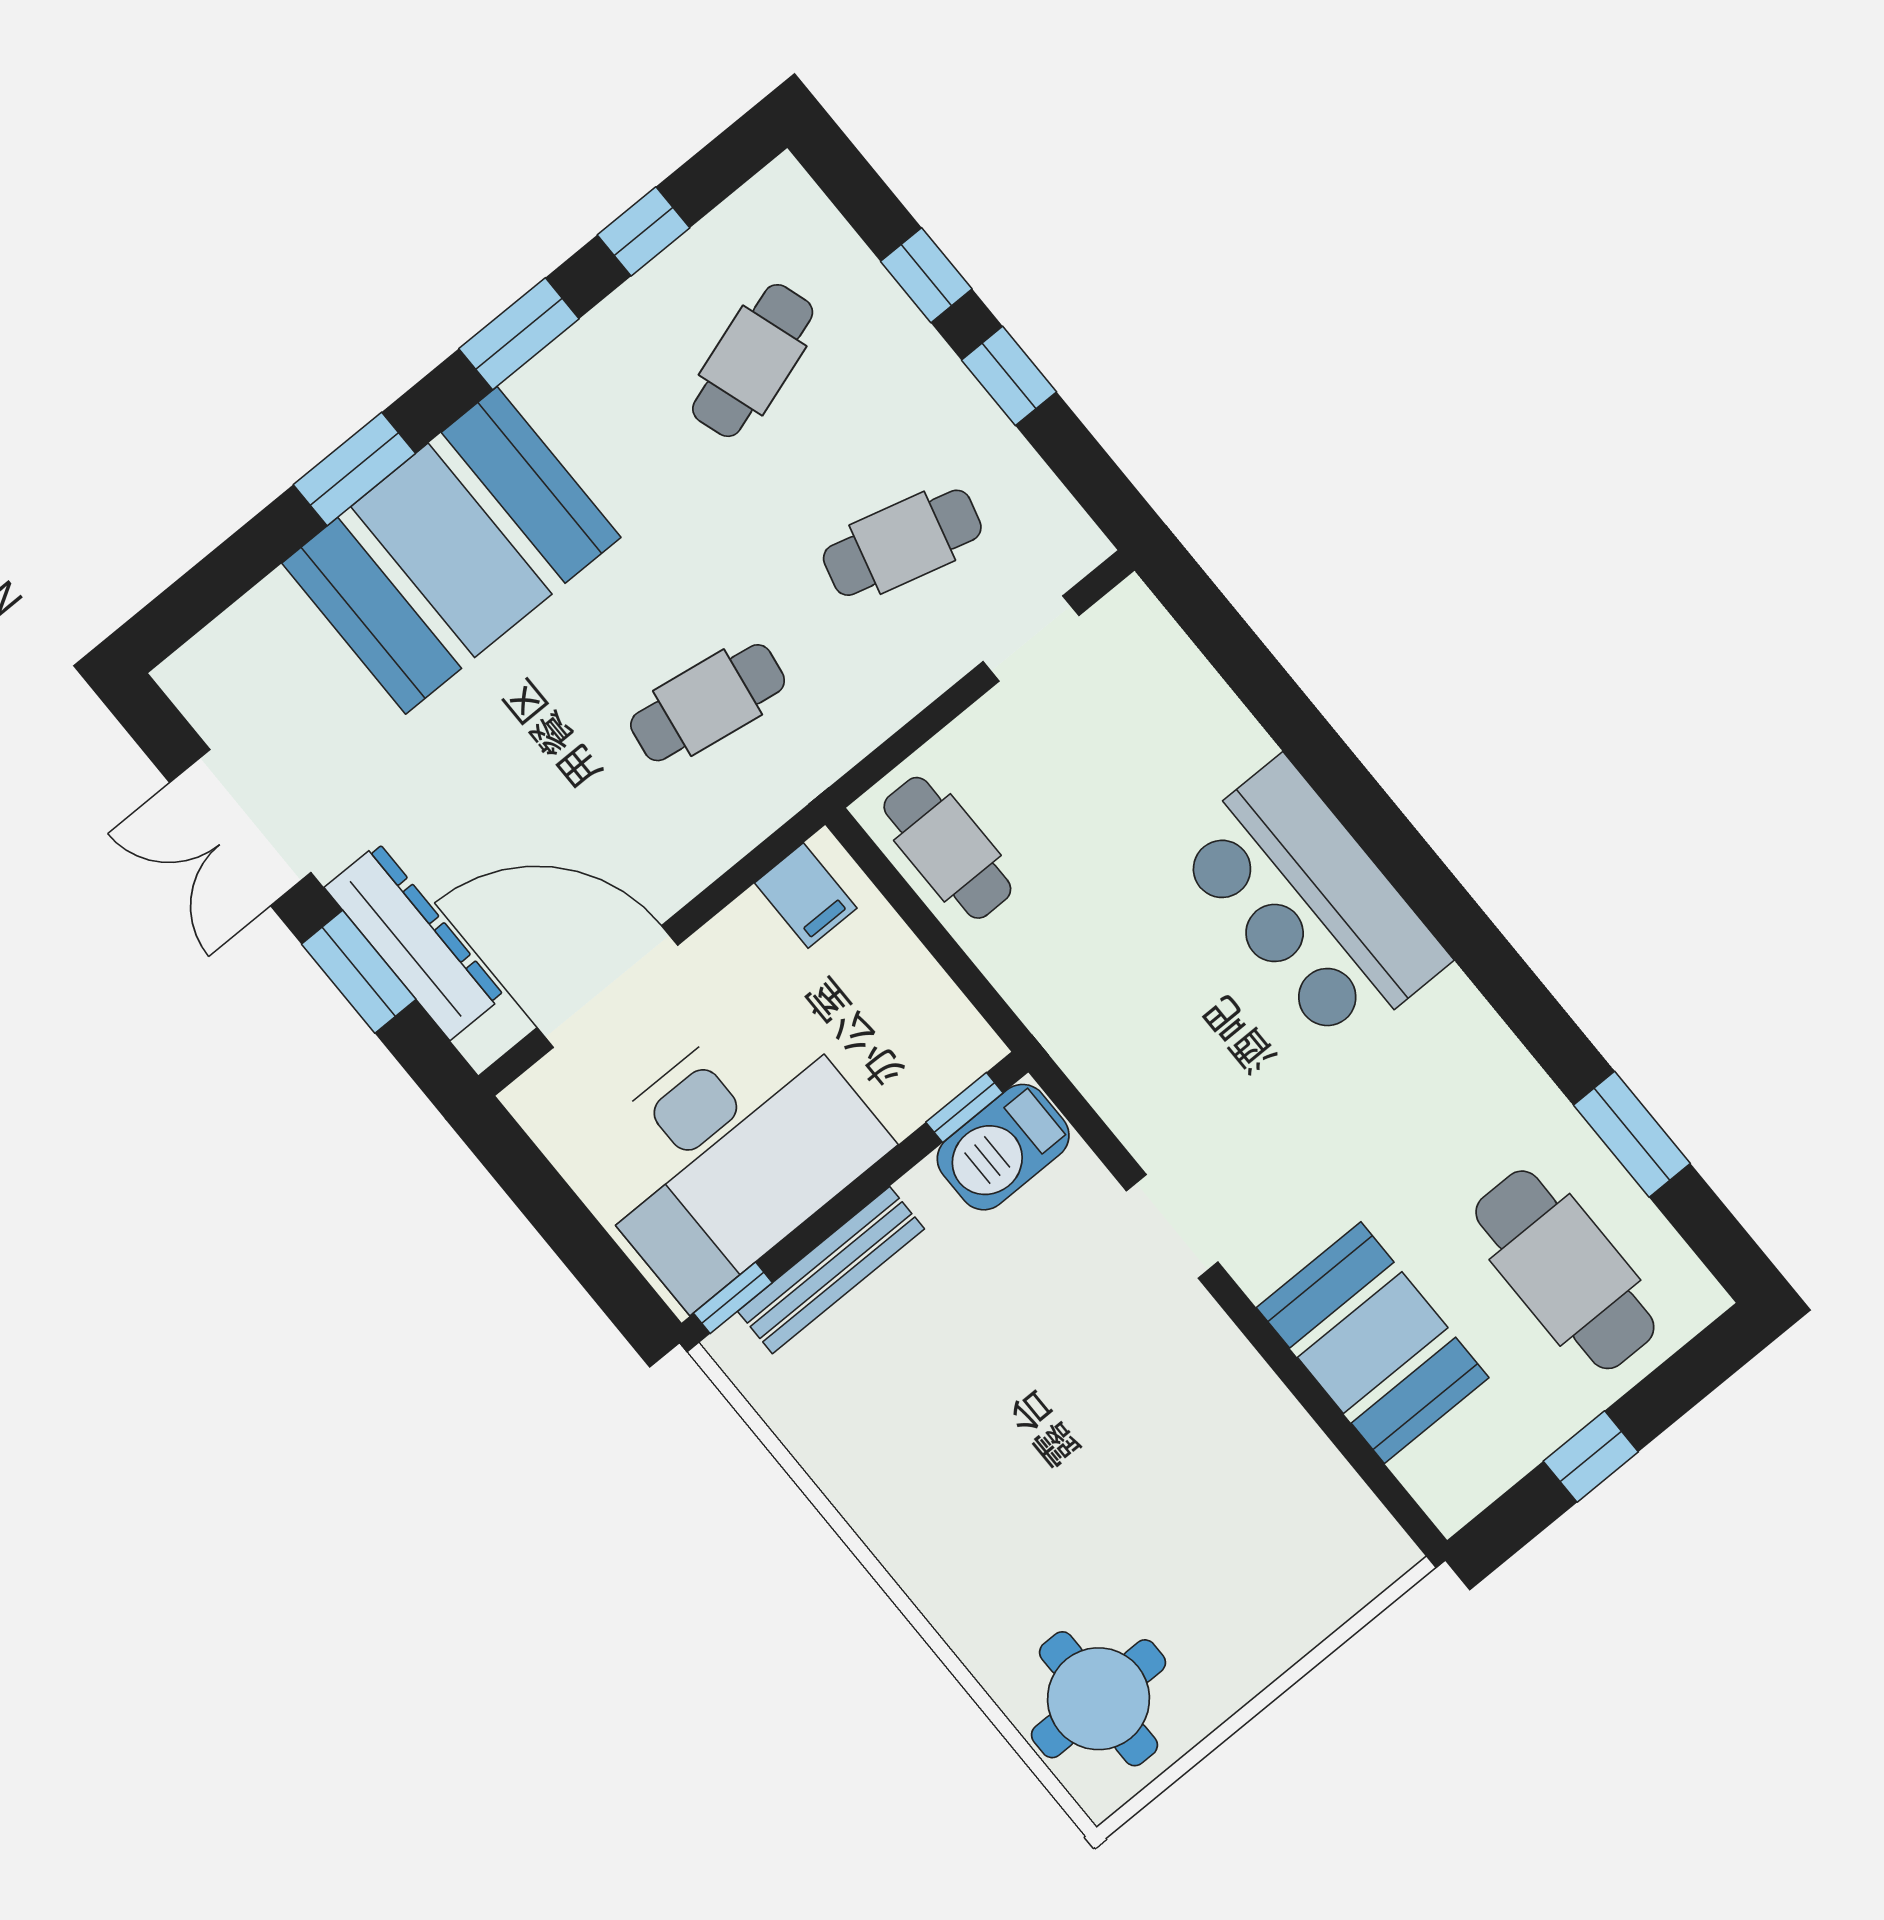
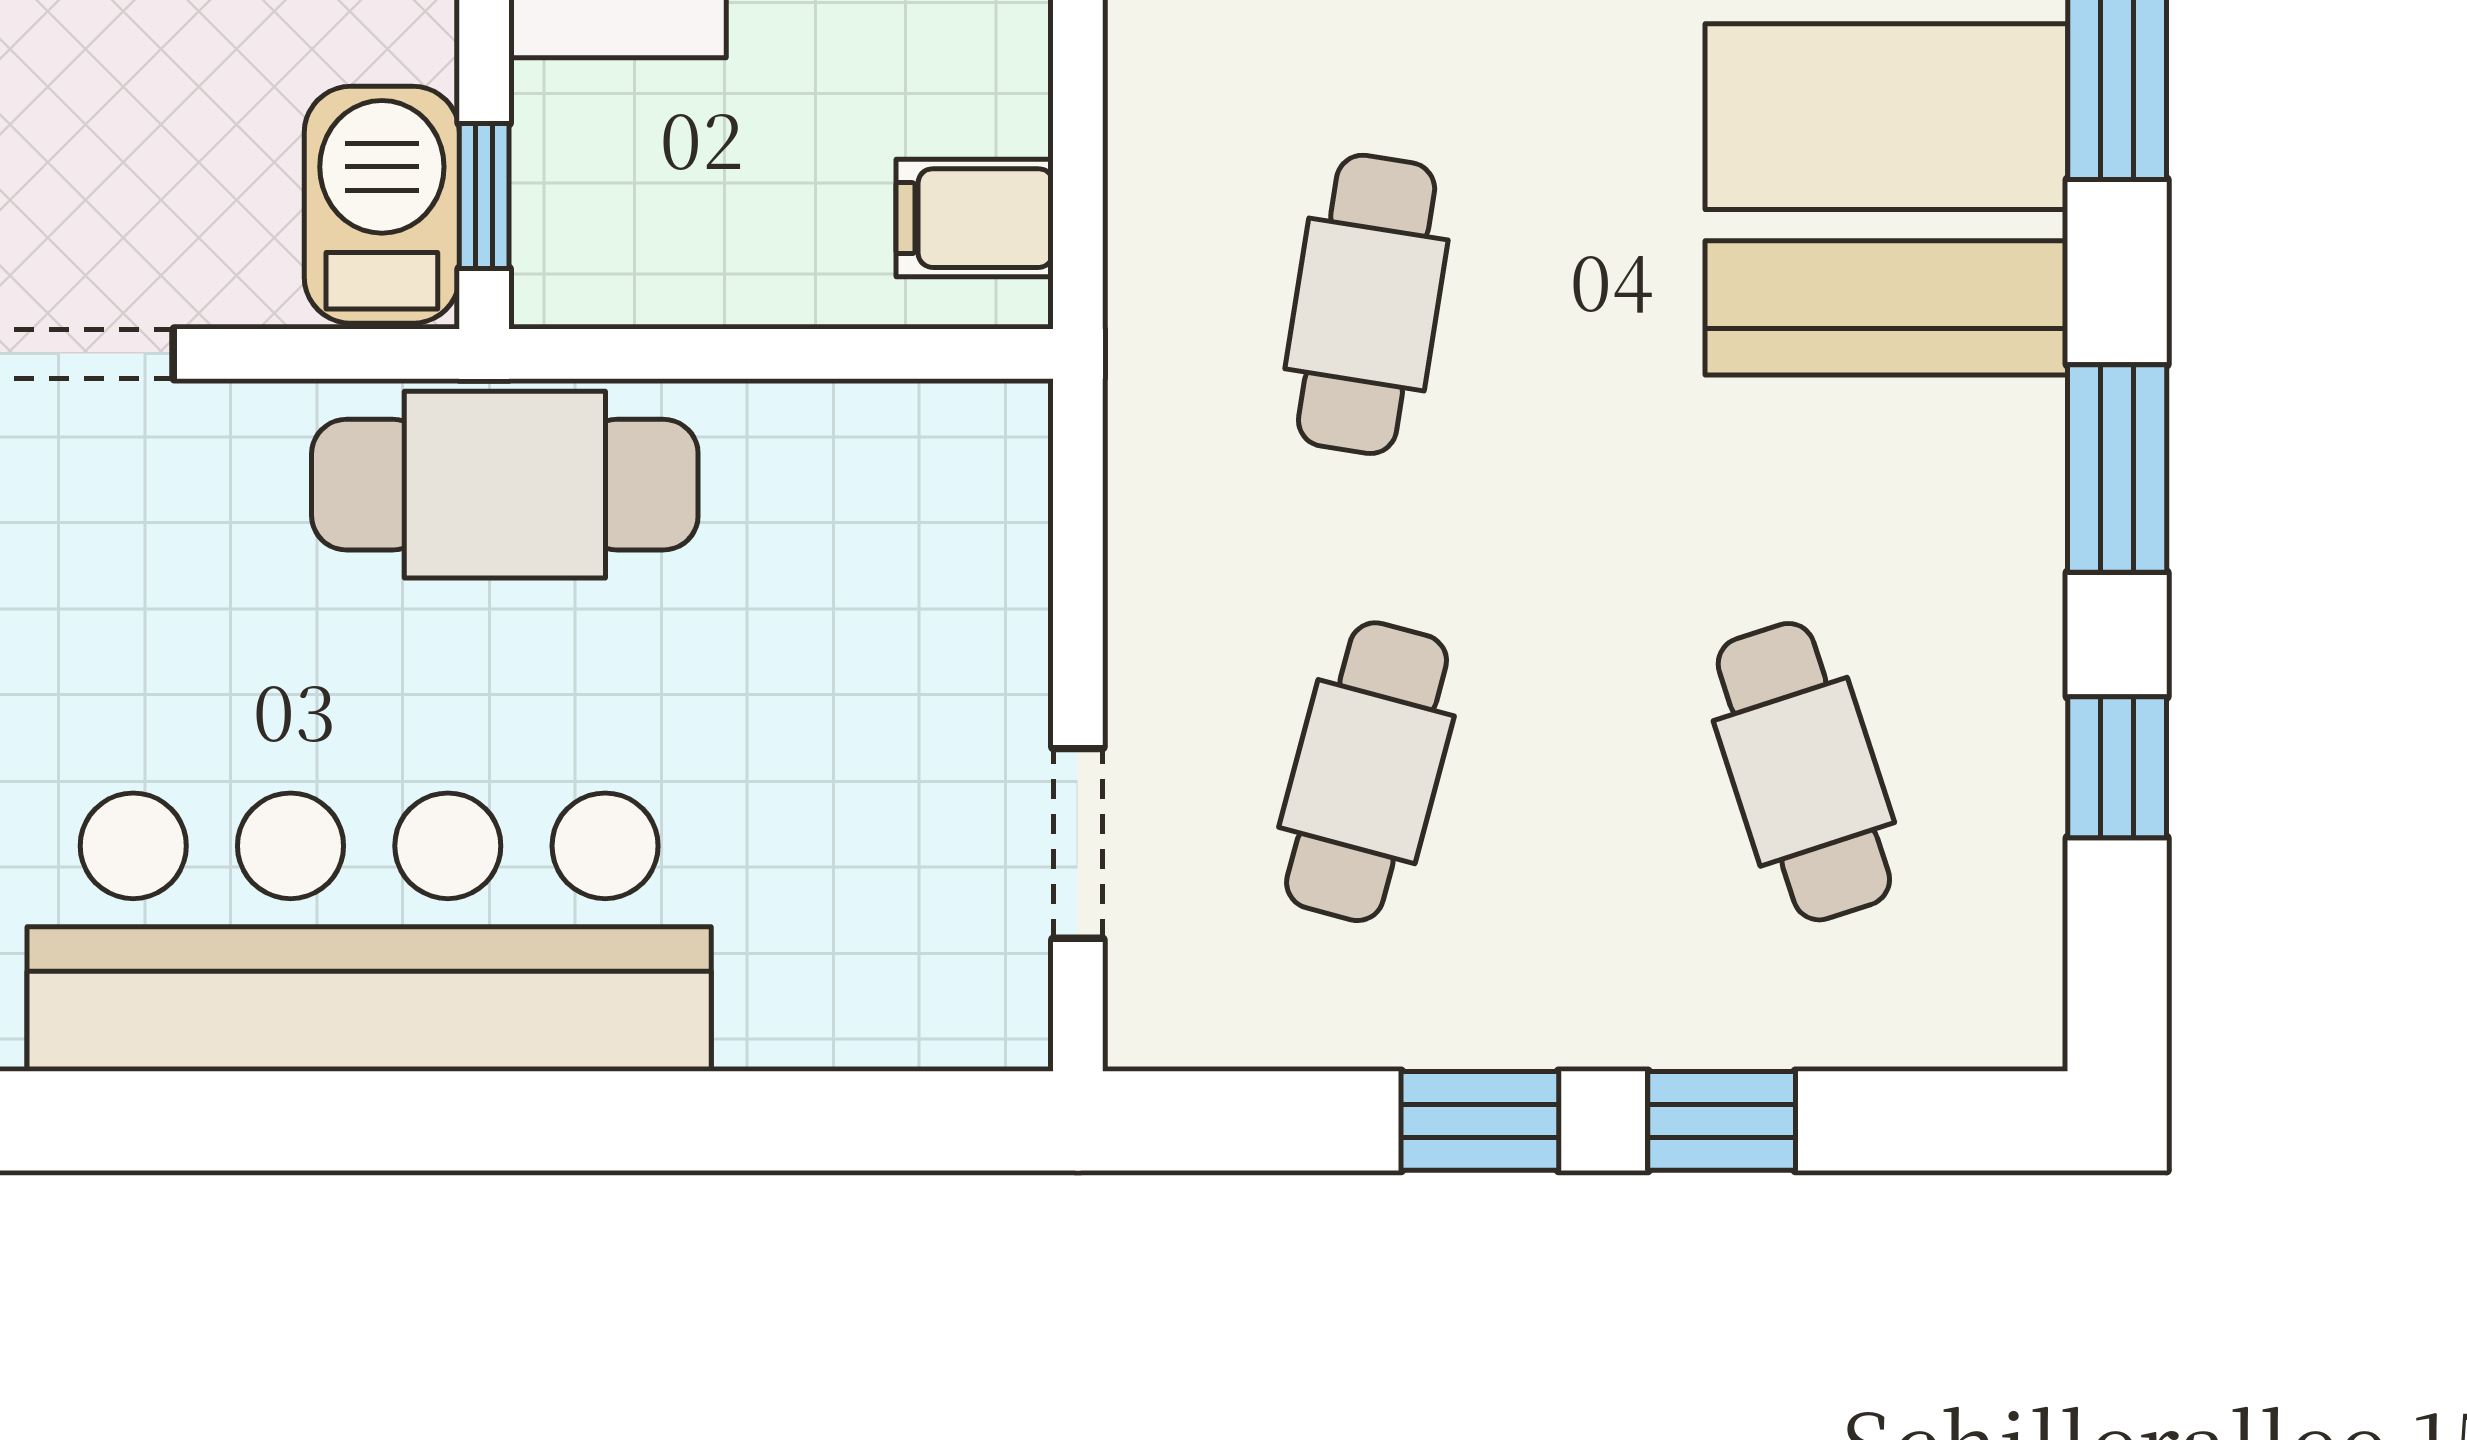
cafe table: (947, 848) -> (505, 485), moved, width x1.37, depth x1.35
bar counter: (1311, 903) -> (369, 932), width x1.36

